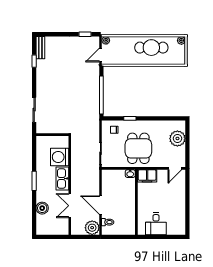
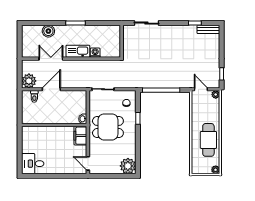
plant: (177, 138) -> (128, 166), moved
washing machine: (60, 157) -> (95, 53), width x0.53, depth x0.53
desk: (156, 224) -> (33, 164), moved

